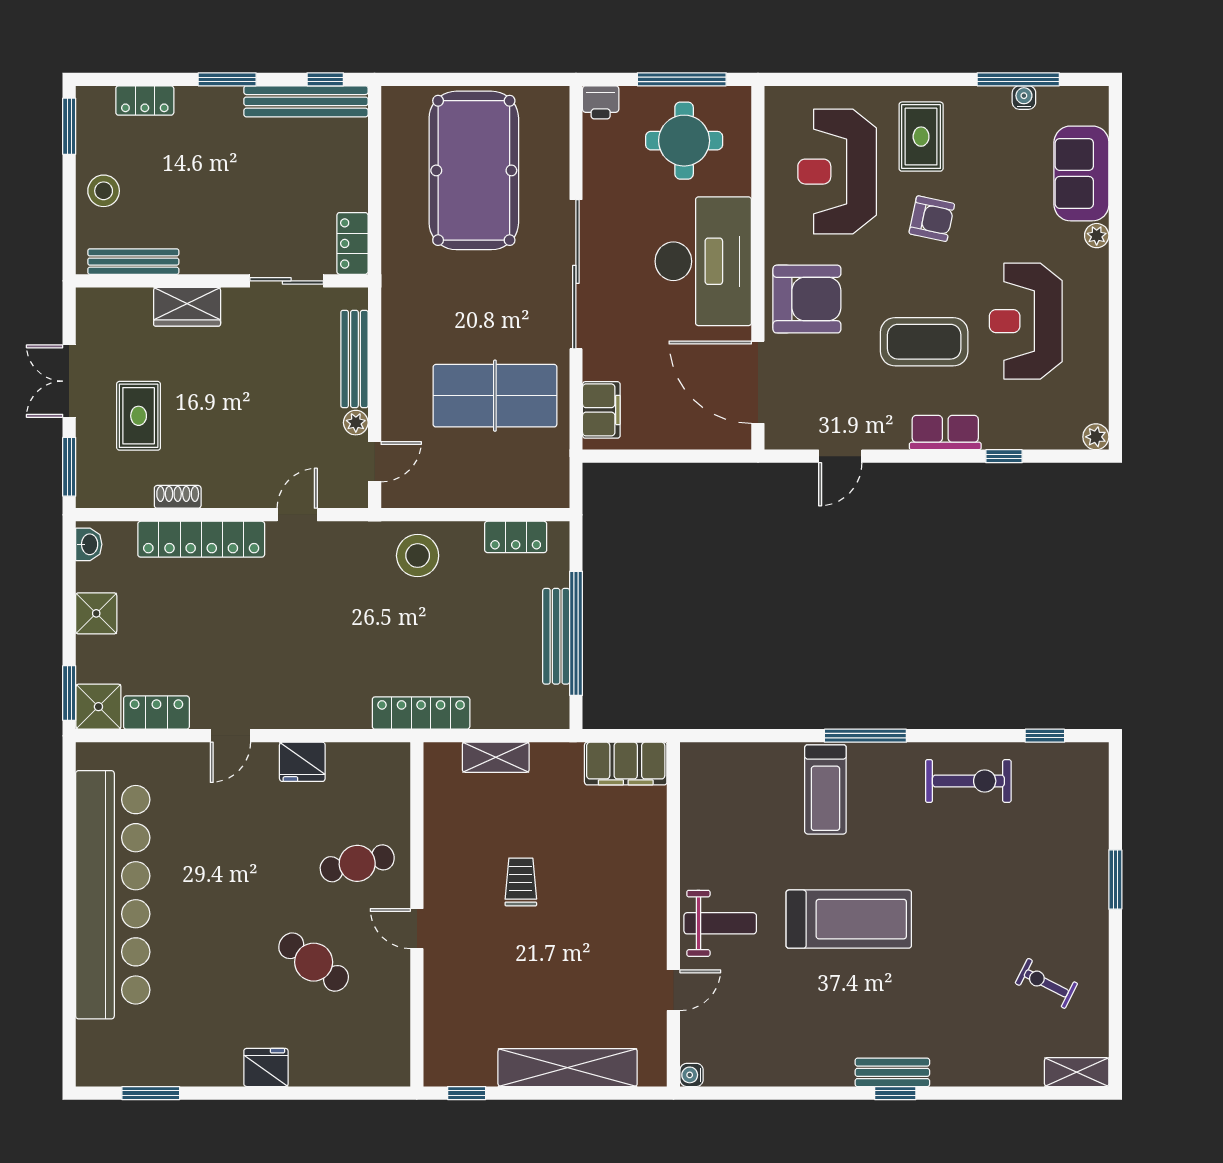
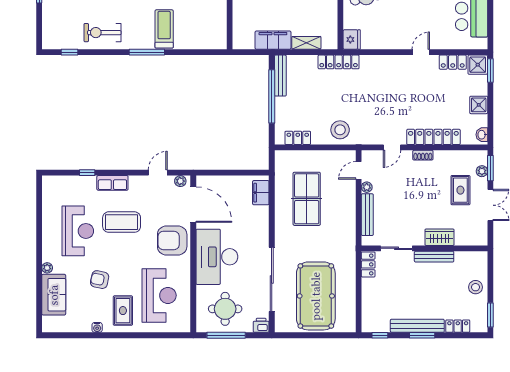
window: (1018, 79) -> (81, 335), removed
water cooler: (1024, 98) -> (97, 327), moved
bench: (306, 101) -> (417, 326), moved
armchair: (932, 219) -> (100, 280), moved
bench: (133, 262) -> (434, 257), moved
sliding door: (576, 274) -> (272, 279), moved
table tennis table: (495, 396) -> (307, 199), turned 90
plant: (1096, 437) -> (180, 181), moved
plant: (89, 460) -> (482, 171), added
shoe rack: (178, 497) -> (423, 155), moved
bench: (556, 636) -> (280, 76), moved
fridge: (302, 762) -> (352, 39), moved, turned 90
filing cabinet: (626, 764) -> (273, 40), moved

